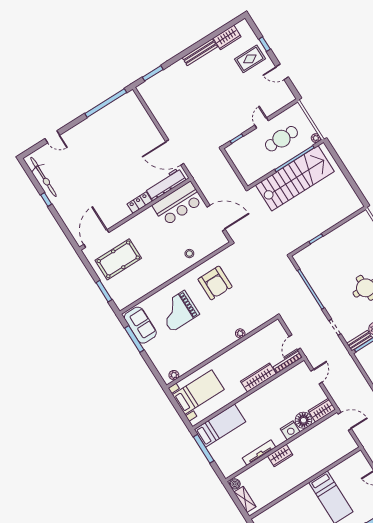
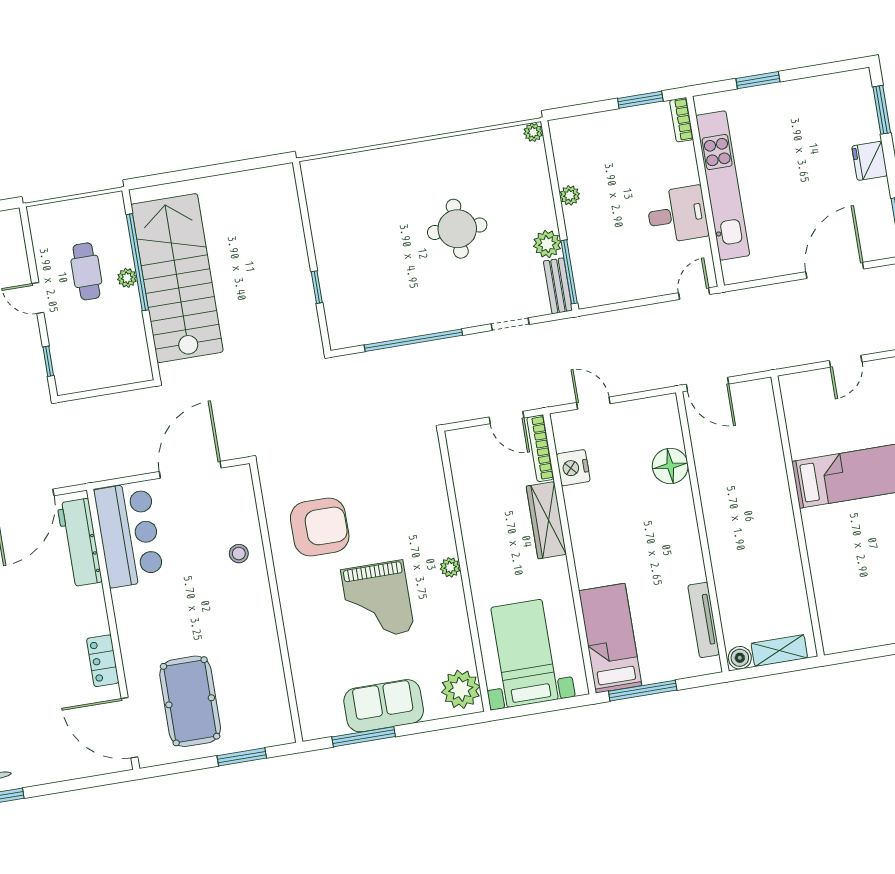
plant: (316, 138) -> (127, 278), moved
cafe table: (281, 139) -> (86, 271), width x0.73, depth x0.74
locker: (140, 203) -> (103, 661), moved
grand piano: (178, 311) -> (378, 600), moved
sofa: (140, 325) -> (384, 706), moved
plant: (240, 333) -> (450, 567), moved
plant: (174, 375) -> (461, 689), width x1.87, depth x1.87
wardrobe: (322, 410) -> (666, 420), removed
door: (345, 421) -> (708, 384), swing flipped
nightstand: (290, 430) -> (573, 468), moved, turned 180
tv unit: (259, 453) -> (704, 620), moved
wardrobe: (280, 456) -> (721, 543), removed

